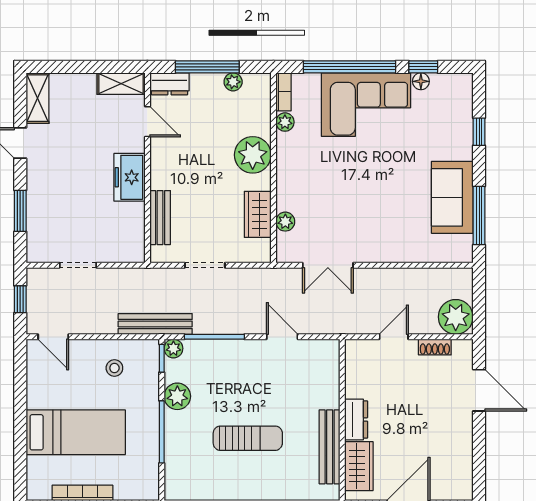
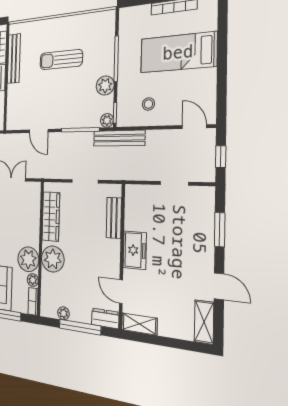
wardrobe: (258, 214) -> (51, 216), width x1.50
plant: (285, 222) -> (28, 259), moved, width x1.88, depth x1.88

